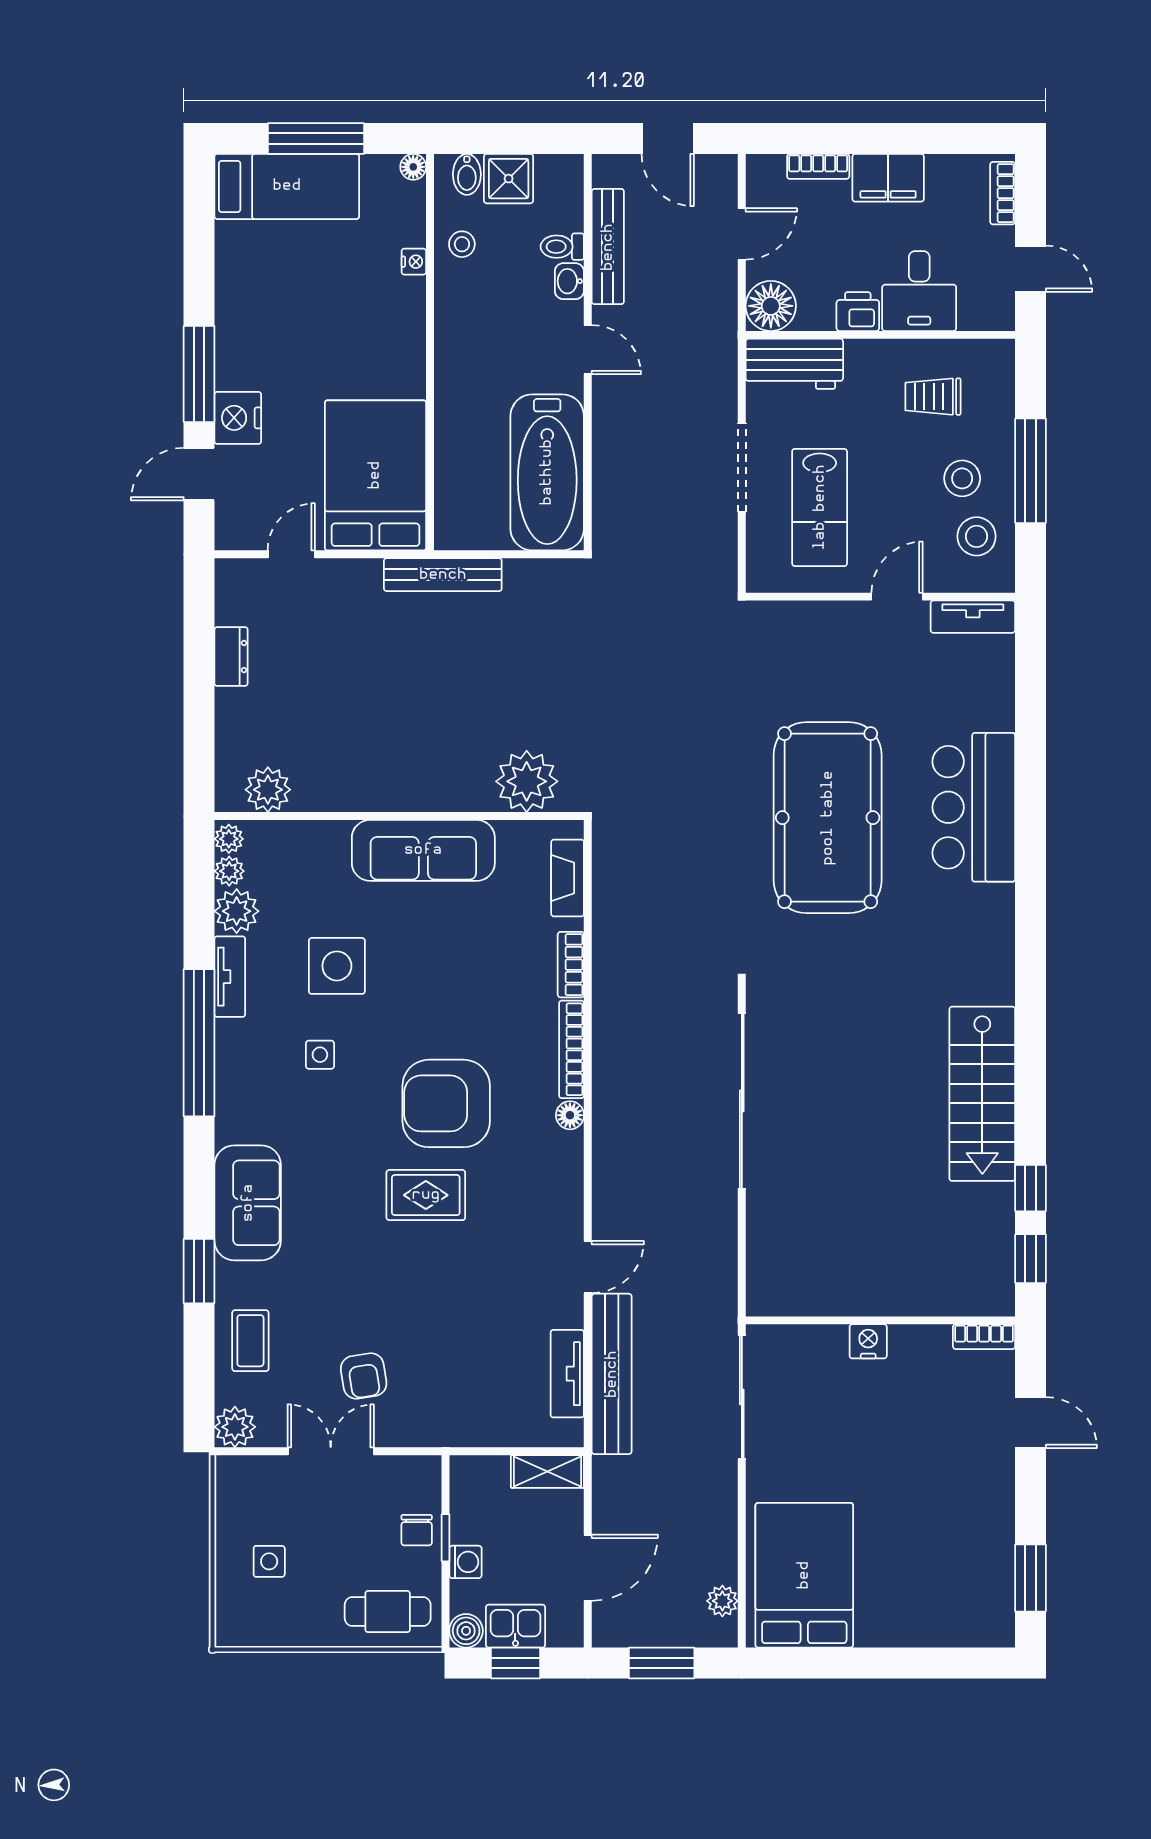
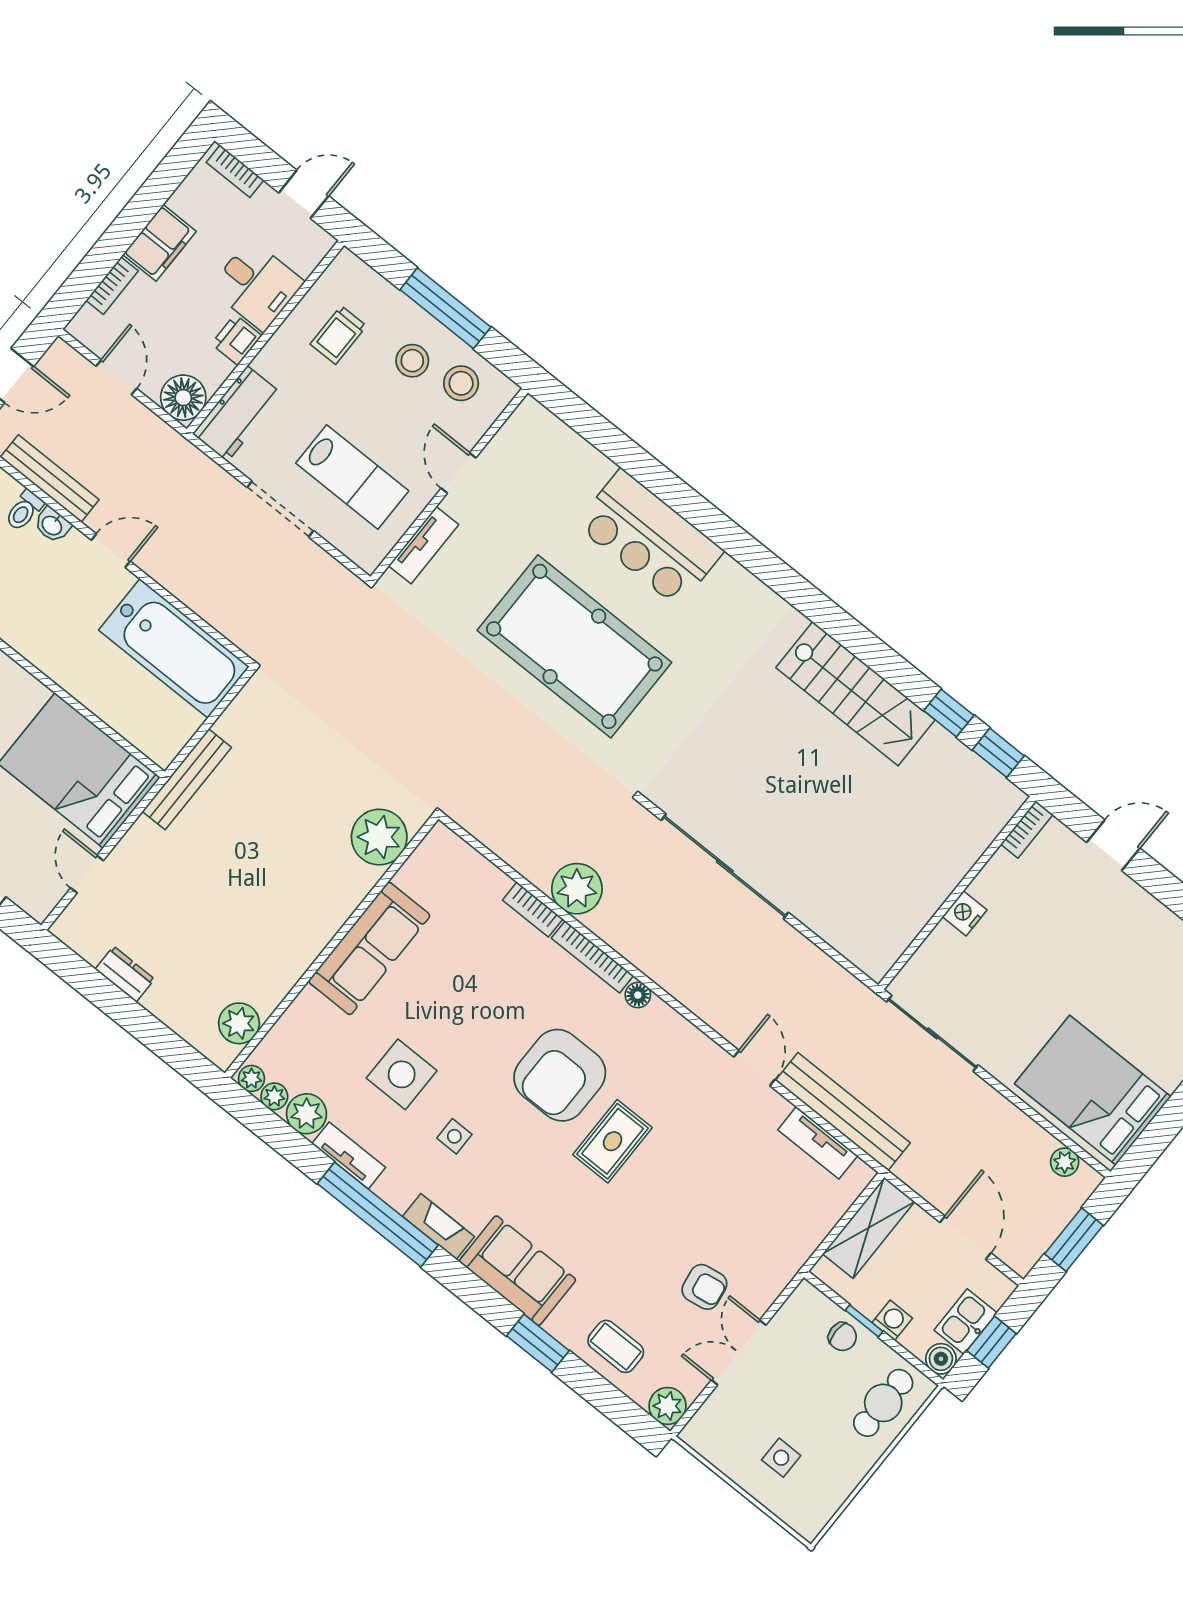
tv unit: (973, 617) -> (424, 545), moved
fireplace: (568, 878) -> (439, 1227), moved, turned 180
plant: (620, 988) -> (577, 889), added
shelving: (547, 1472) -> (869, 1228), width x1.50, depth x1.33

